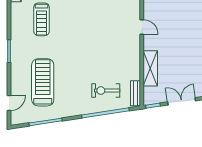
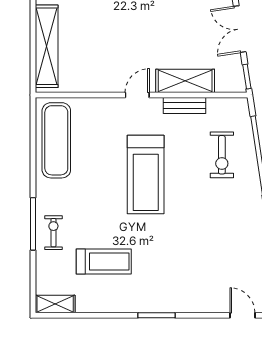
door: (142, 27) -> (137, 95), moved
treadmill: (43, 82) -> (146, 175), moved, turned -90
bench: (136, 93) -> (185, 106), moved

